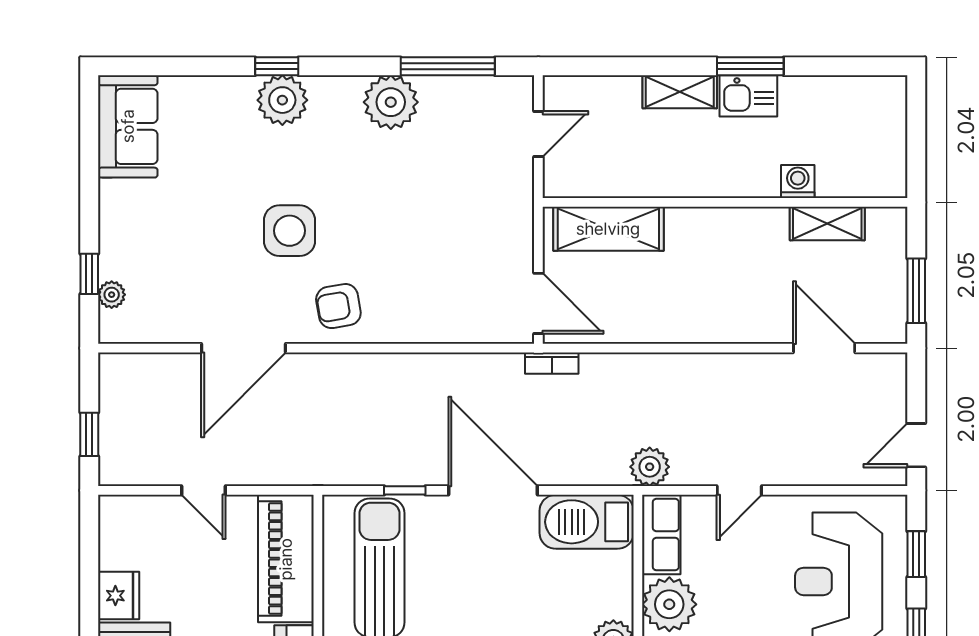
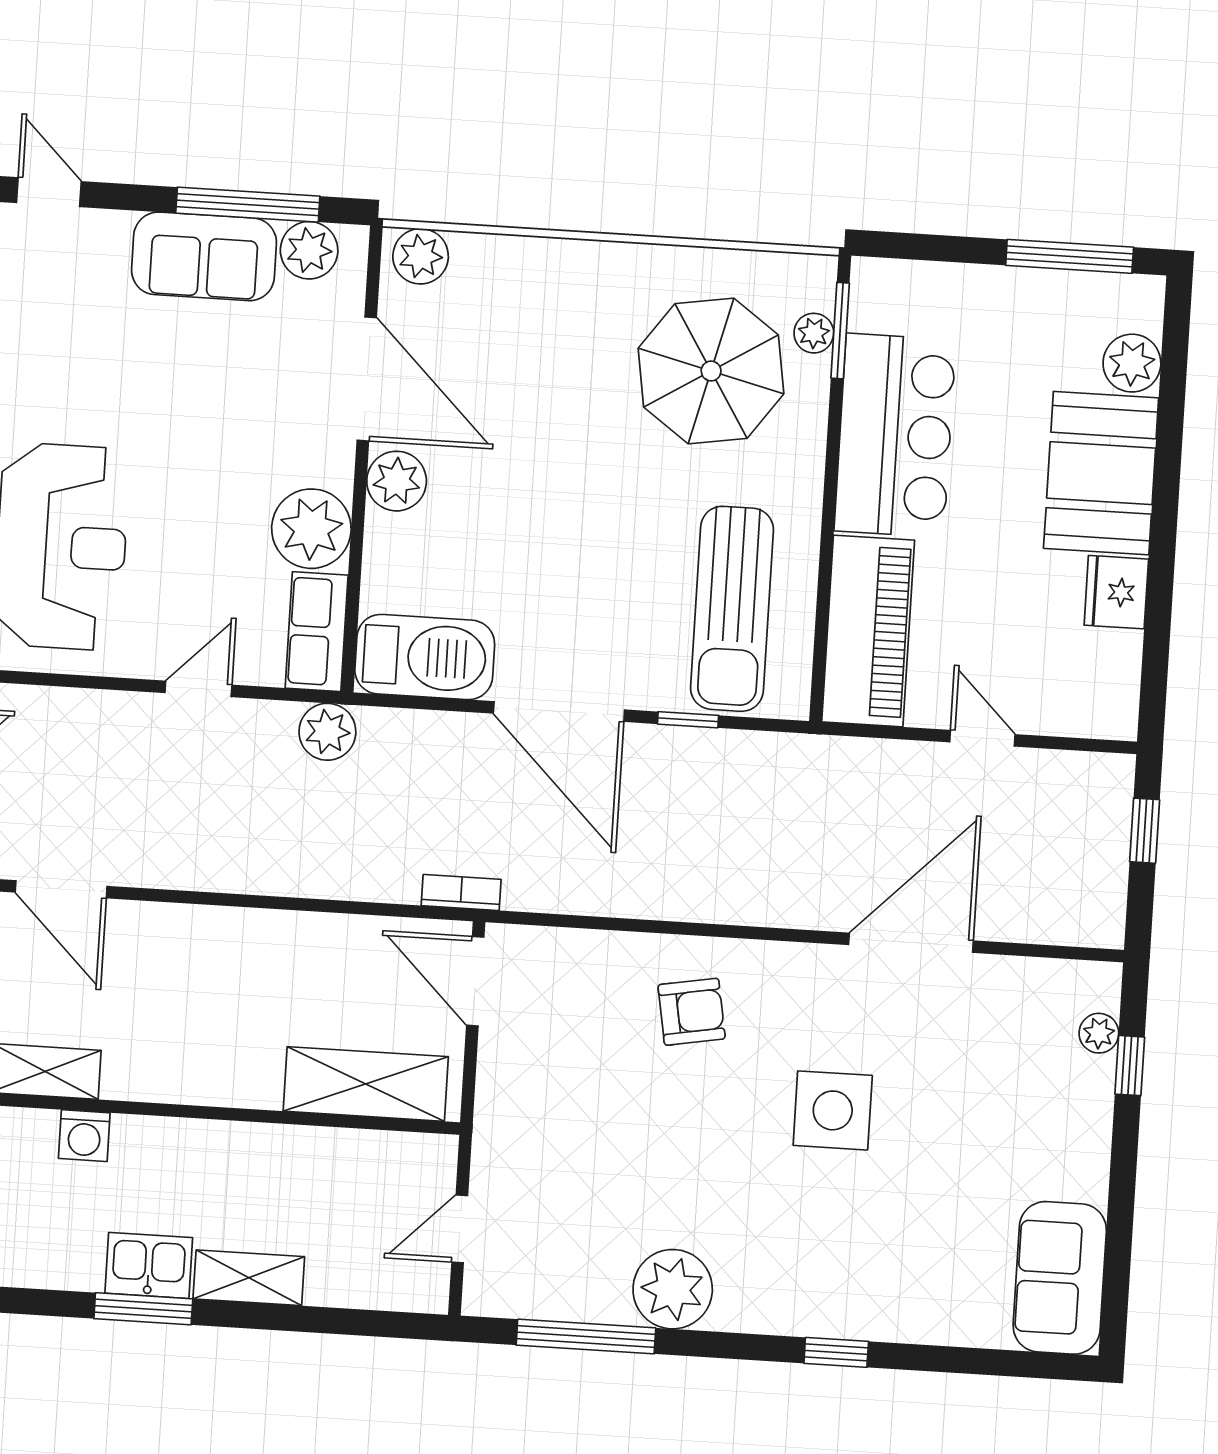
plant: (282, 100) -> (831, 1302), removed
armchair: (338, 306) -> (692, 1012), moved

